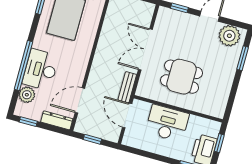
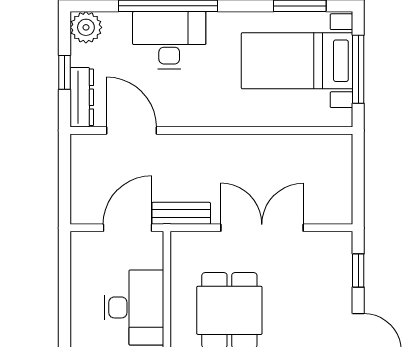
plant: (27, 95) -> (86, 27), moved
window: (28, 122) -> (65, 72), moved
window: (92, 139) -> (65, 175), removed

